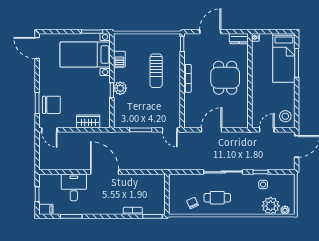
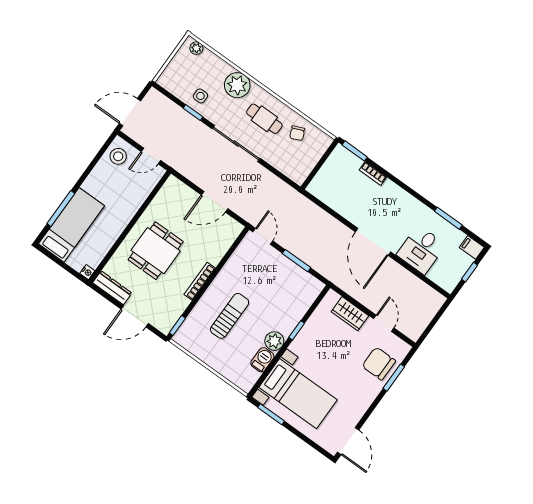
dresser: (239, 39) -> (112, 288), width x1.44
plant: (120, 88) -> (274, 341), moved
door: (49, 130) -> (384, 323), moved
plant: (271, 206) -> (237, 85), moved

